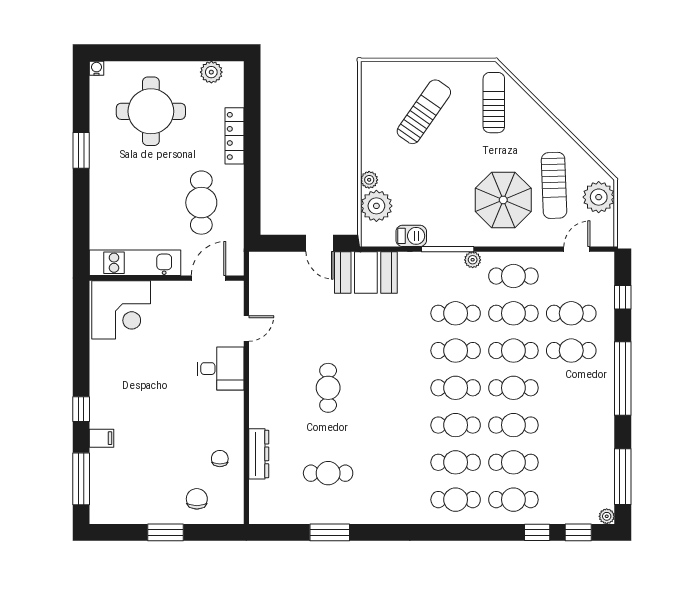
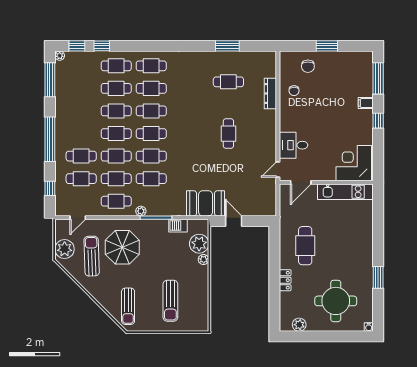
sun lounger: (424, 112) -> (170, 301), turned -35
locker: (234, 136) -> (285, 280), width x0.66
kitchen unit: (135, 263) -> (345, 192), moved
wall: (167, 278) -> (326, 182), moved
door: (209, 278) -> (301, 182), moved
corner desk: (121, 310) -> (354, 163), moved

